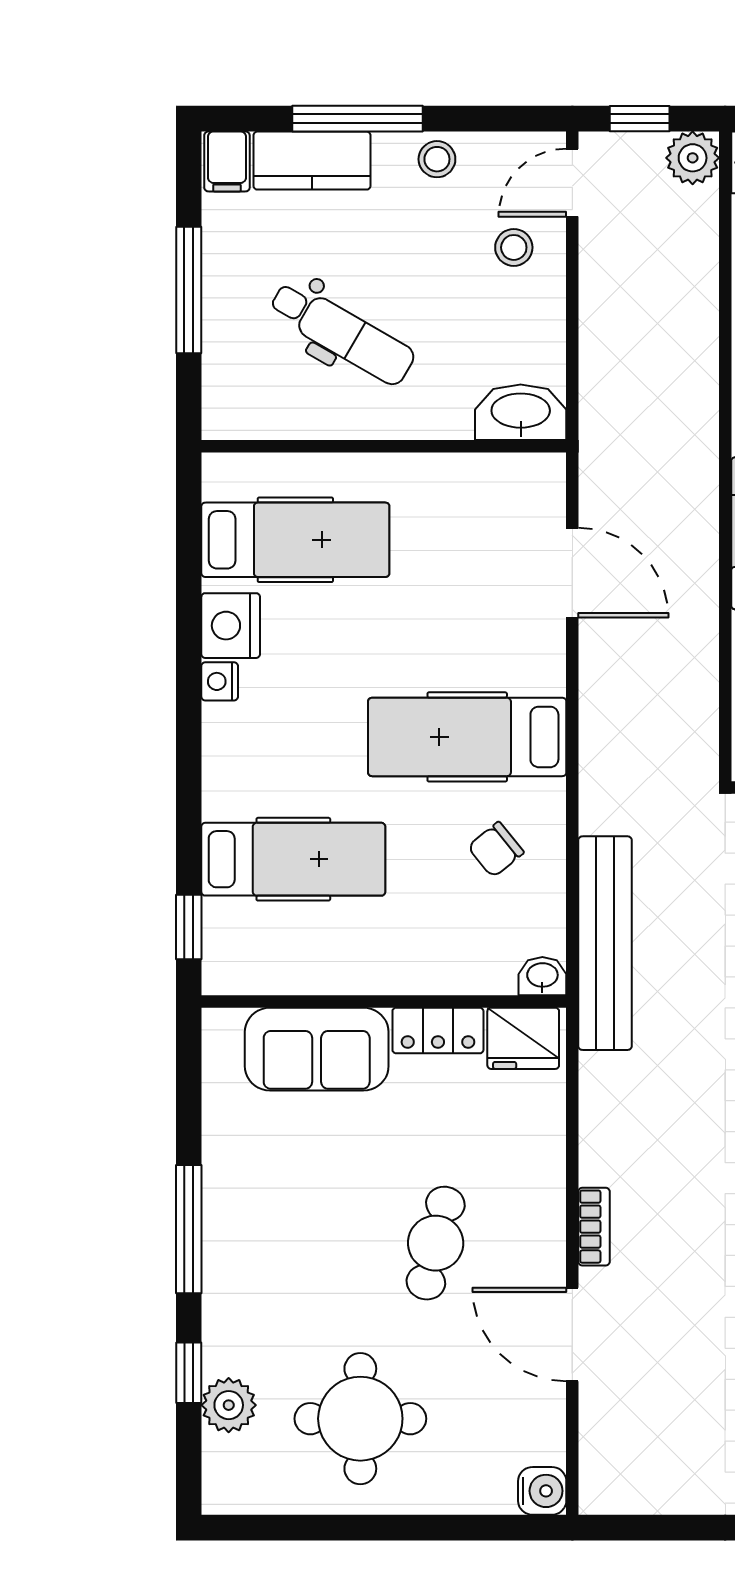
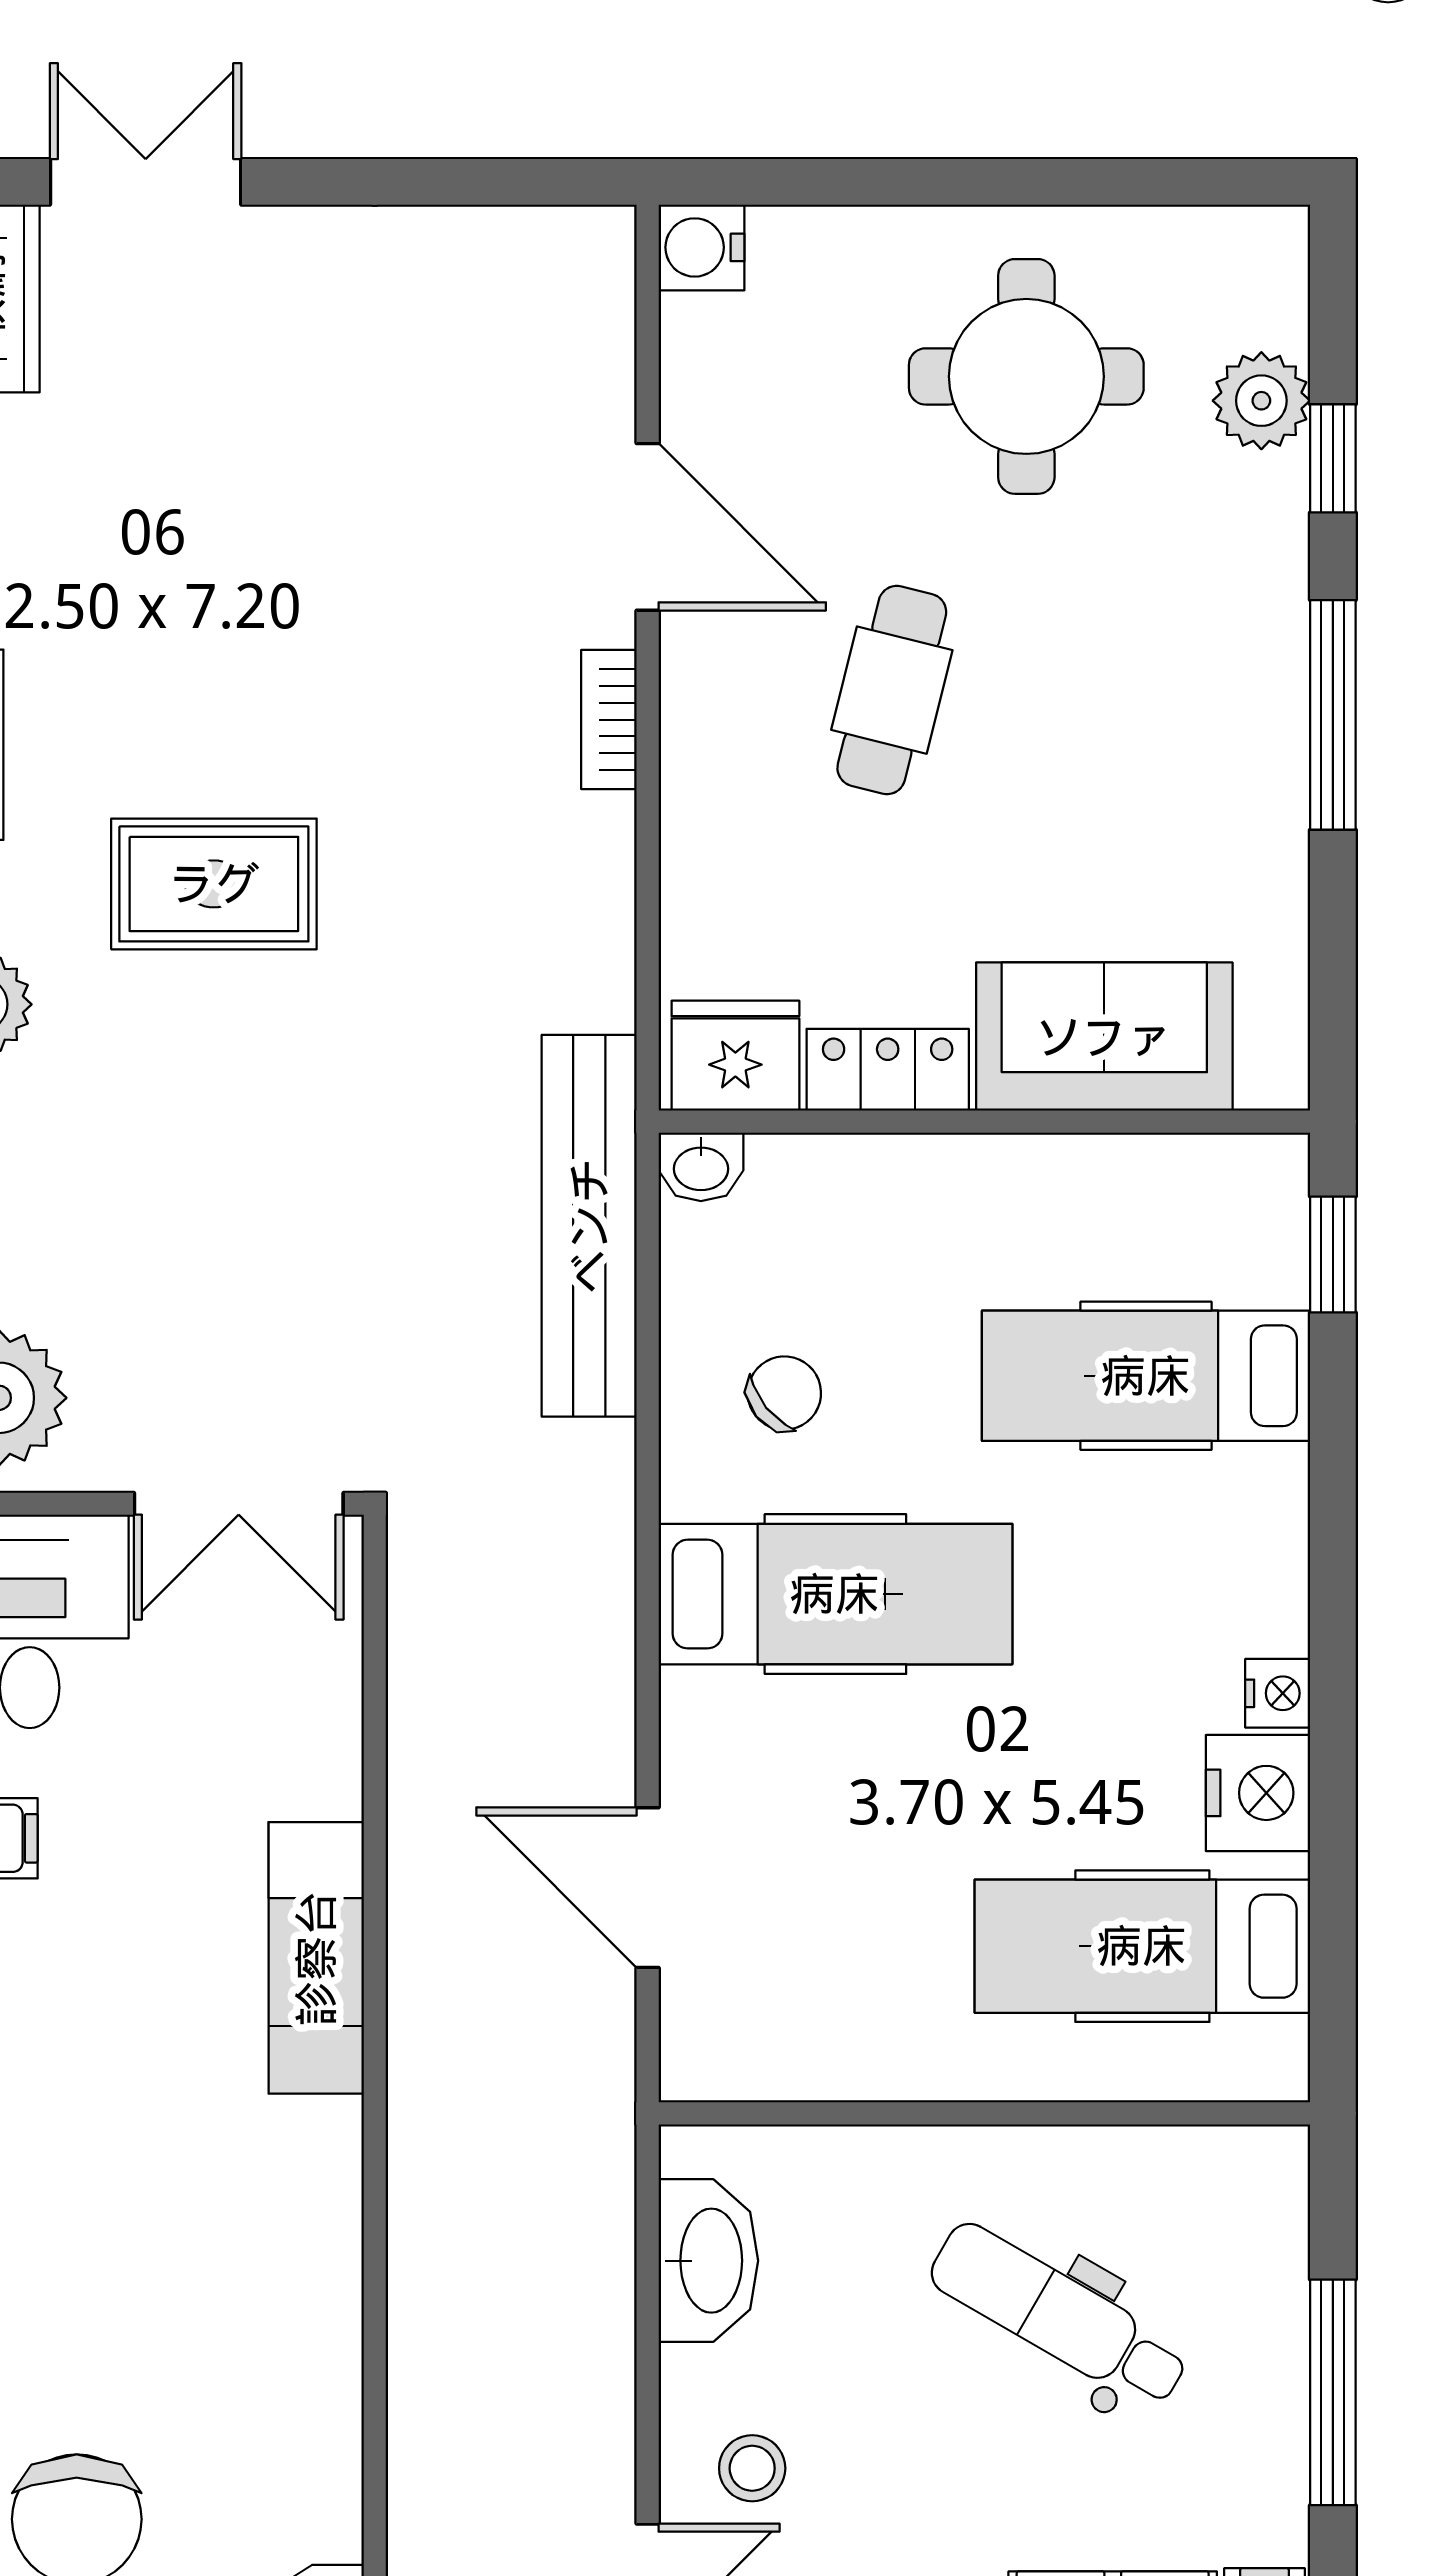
washbasin: (521, 412) -> (708, 2261), moved, turned -90

